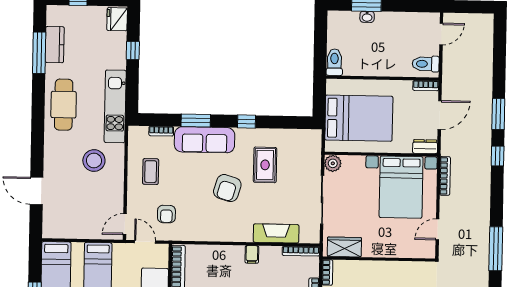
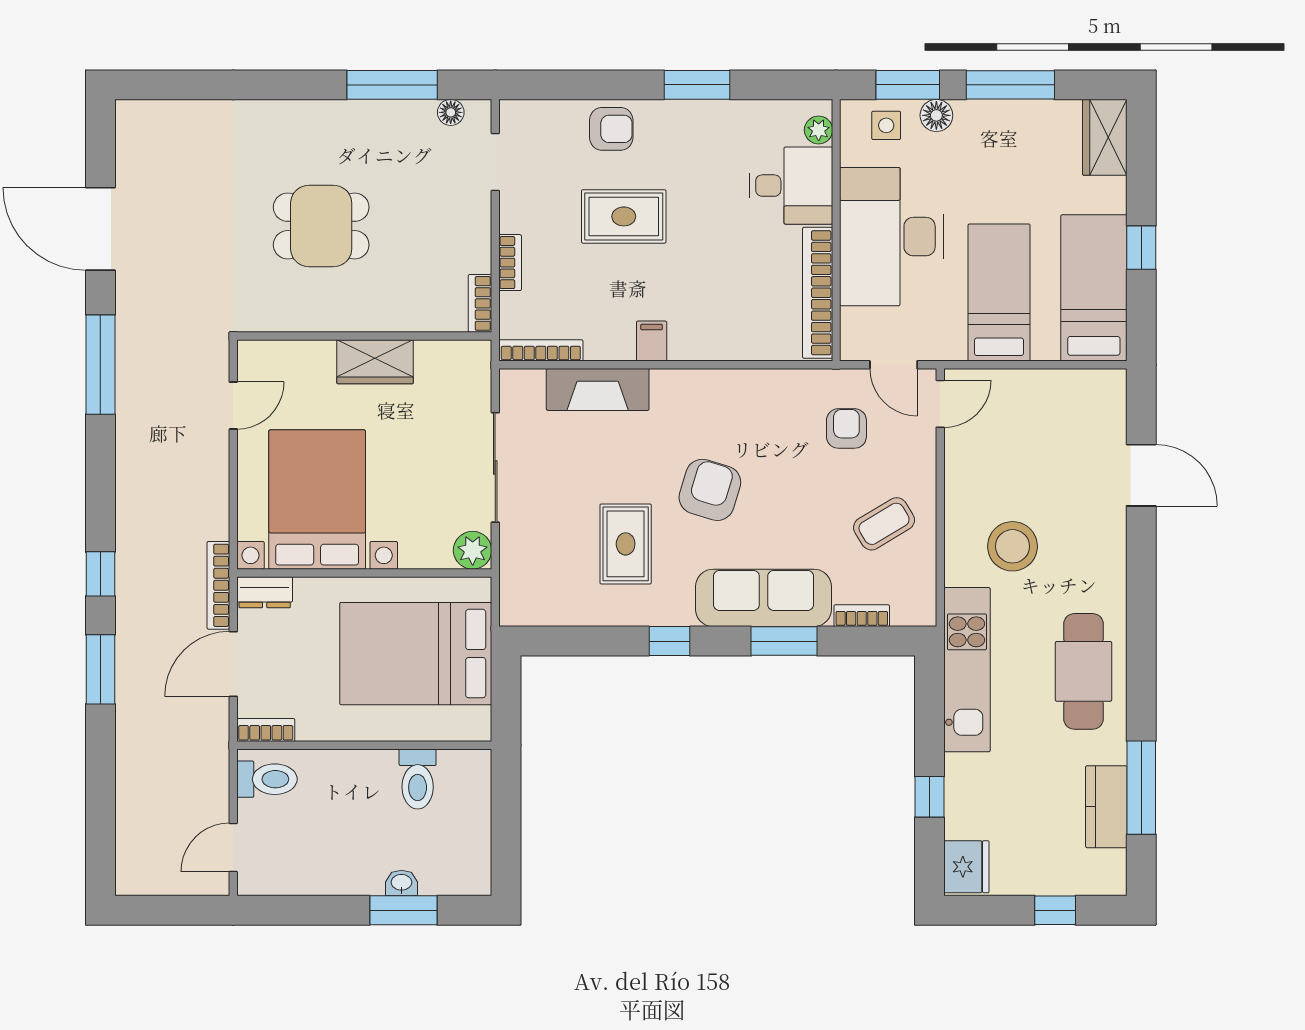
toilet: (334, 62) -> (418, 779), moved
coffee table: (151, 172) -> (884, 524), turned 59
bookcase: (445, 176) -> (218, 585), moved
wardrobe: (344, 247) -> (375, 362), moved

